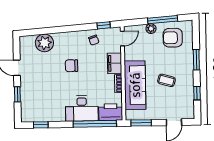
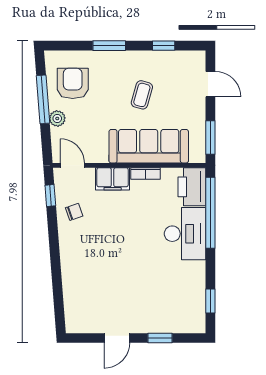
armchair: (173, 38) -> (73, 83), turned 180
plant: (44, 43) -> (77, 292), removed
chair: (71, 66) -> (115, 249), removed

